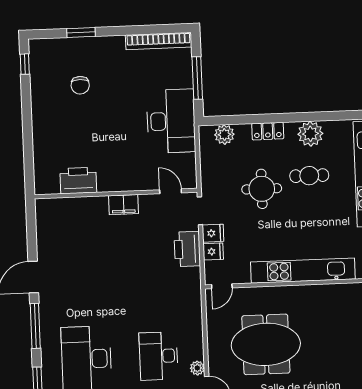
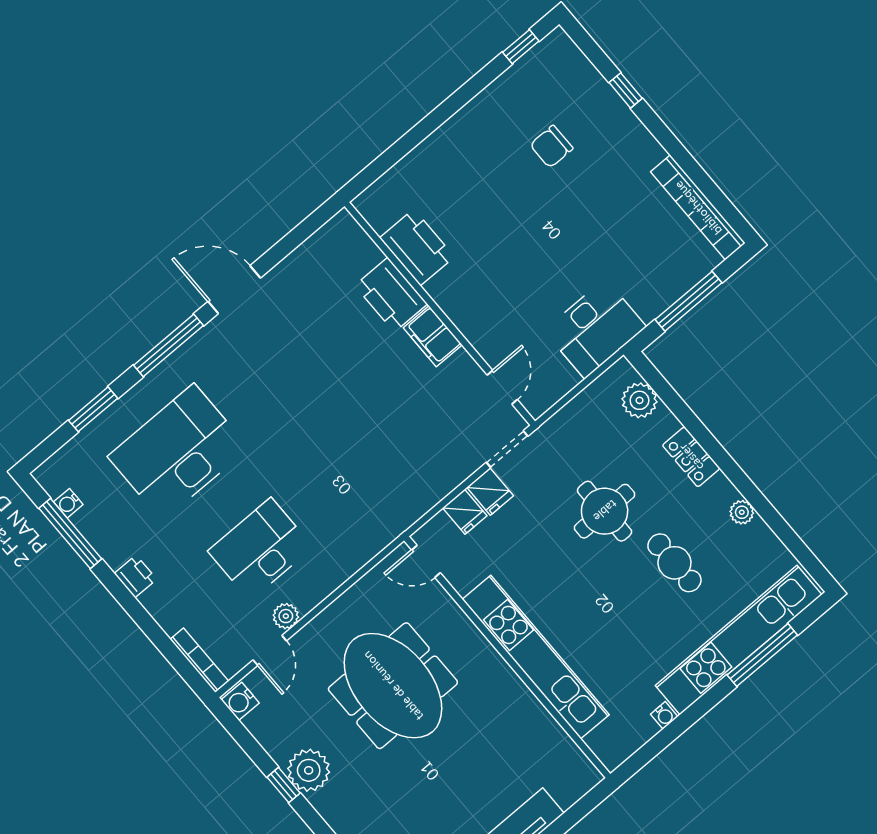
window: (81, 32) -> (626, 90), width x0.67
desk: (171, 121) -> (595, 329), width x0.73, depth x0.77
plant: (310, 134) -> (742, 512), width x0.53, depth x0.53
printer: (187, 249) -> (391, 295), moved, turned -90

